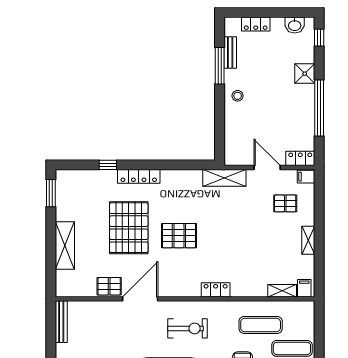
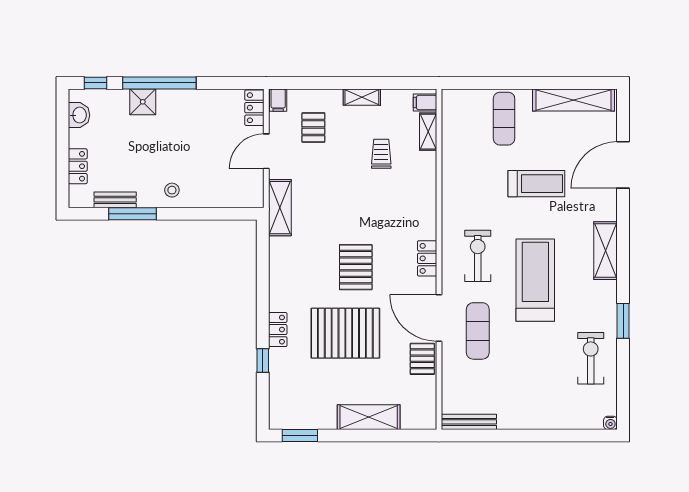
window: (319, 108) -> (159, 83), moved
locker: (139, 176) -> (278, 330), width x0.66
trolley: (265, 255) -> (381, 154), added
locker: (216, 290) -> (427, 258), moved
exercise mat: (261, 325) -> (478, 331), moved

